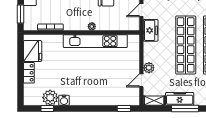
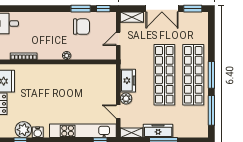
freezer: (151, 30) -> (128, 81), moved
kitchen unit: (95, 41) -> (83, 131), moved, turned 180
door: (141, 80) -> (118, 112), hinge flipped

